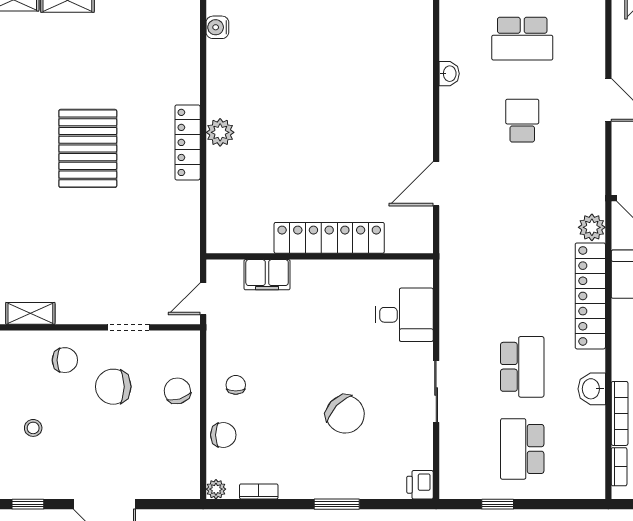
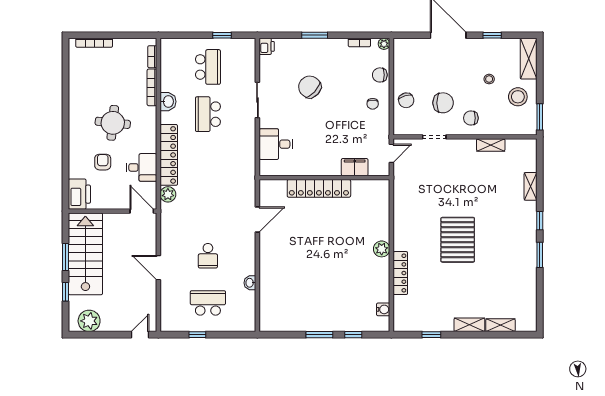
locker: (188, 142) -> (400, 273), moved

